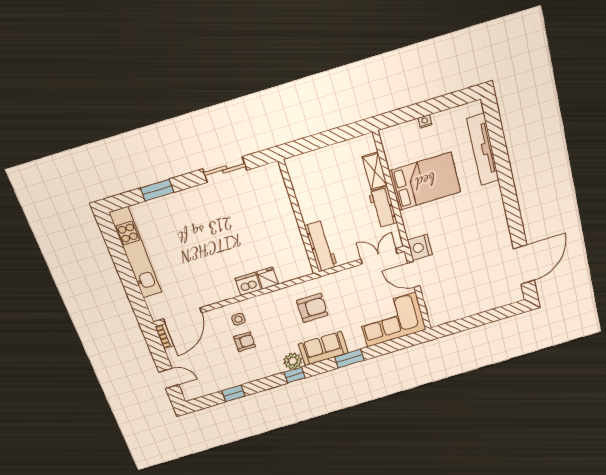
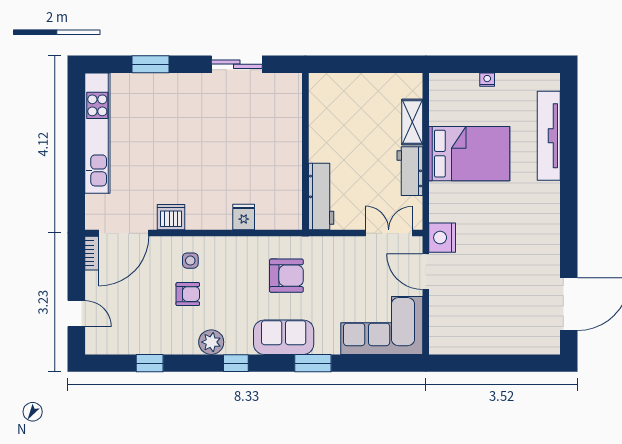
dishwasher: (248, 284) -> (171, 217), moved
plant: (293, 361) -> (211, 342), moved

